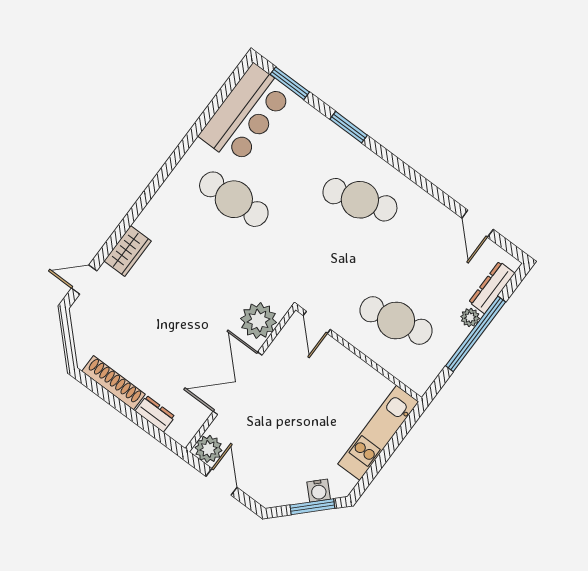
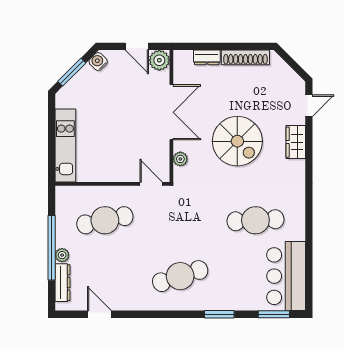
spiral stairs: (190, 299) -> (237, 141), added
plant: (259, 321) -> (180, 159), width x0.53, depth x0.53
water cooler: (319, 491) -> (98, 62), moved

